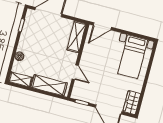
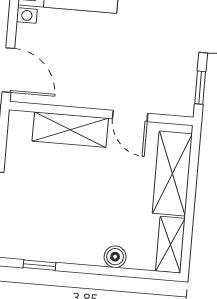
shelving: (77, 37) -> (70, 130), moved
door: (75, 72) -> (130, 116), swing flipped

